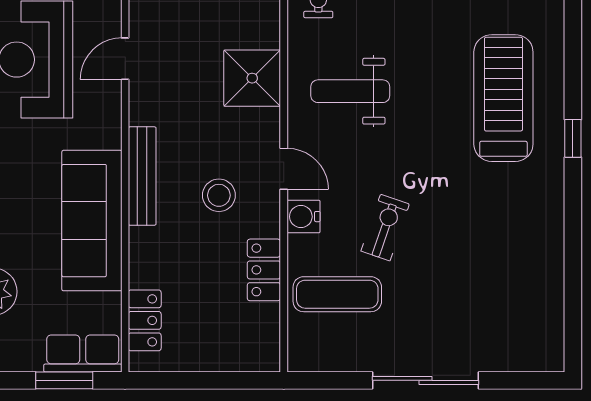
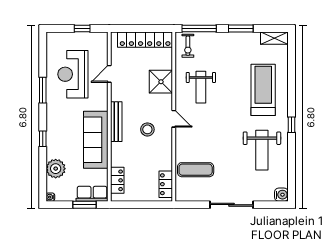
weight bench: (350, 91) -> (201, 87), turned -90
window: (573, 138) -> (291, 125), moved
water cooler: (303, 217) -> (281, 195), moved, turned 180
exercise bike: (385, 228) -> (215, 143), removed
weight bench: (500, 246) -> (262, 150), added
locker: (264, 270) -> (166, 184), moved

